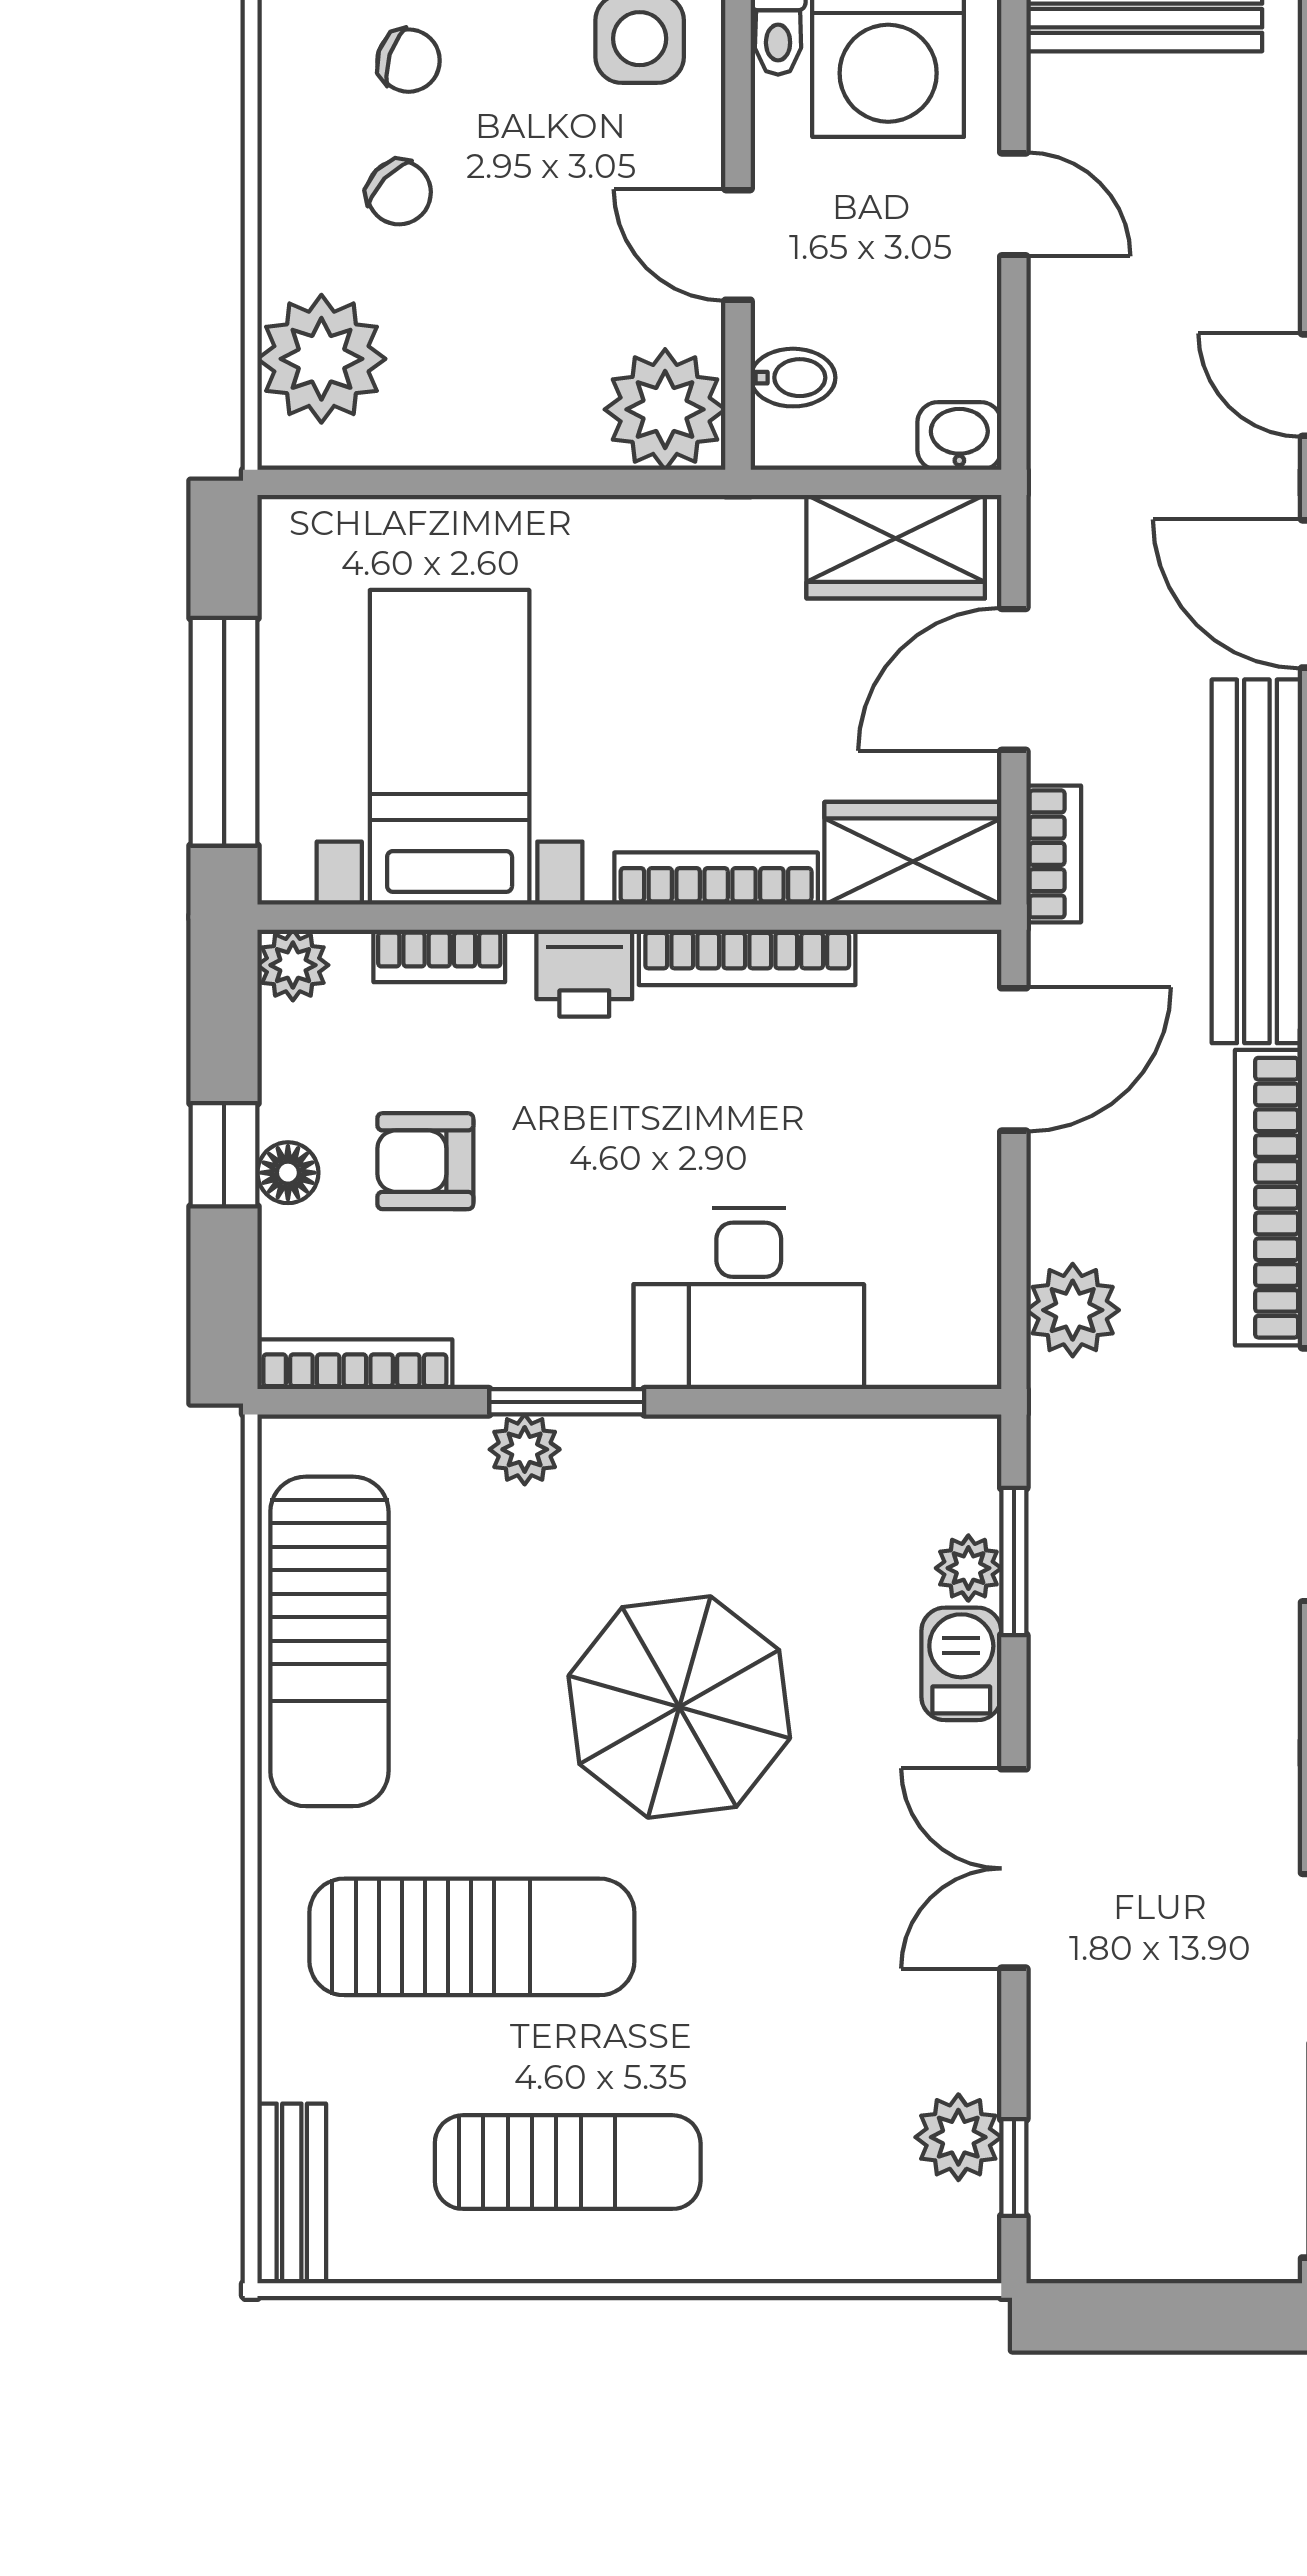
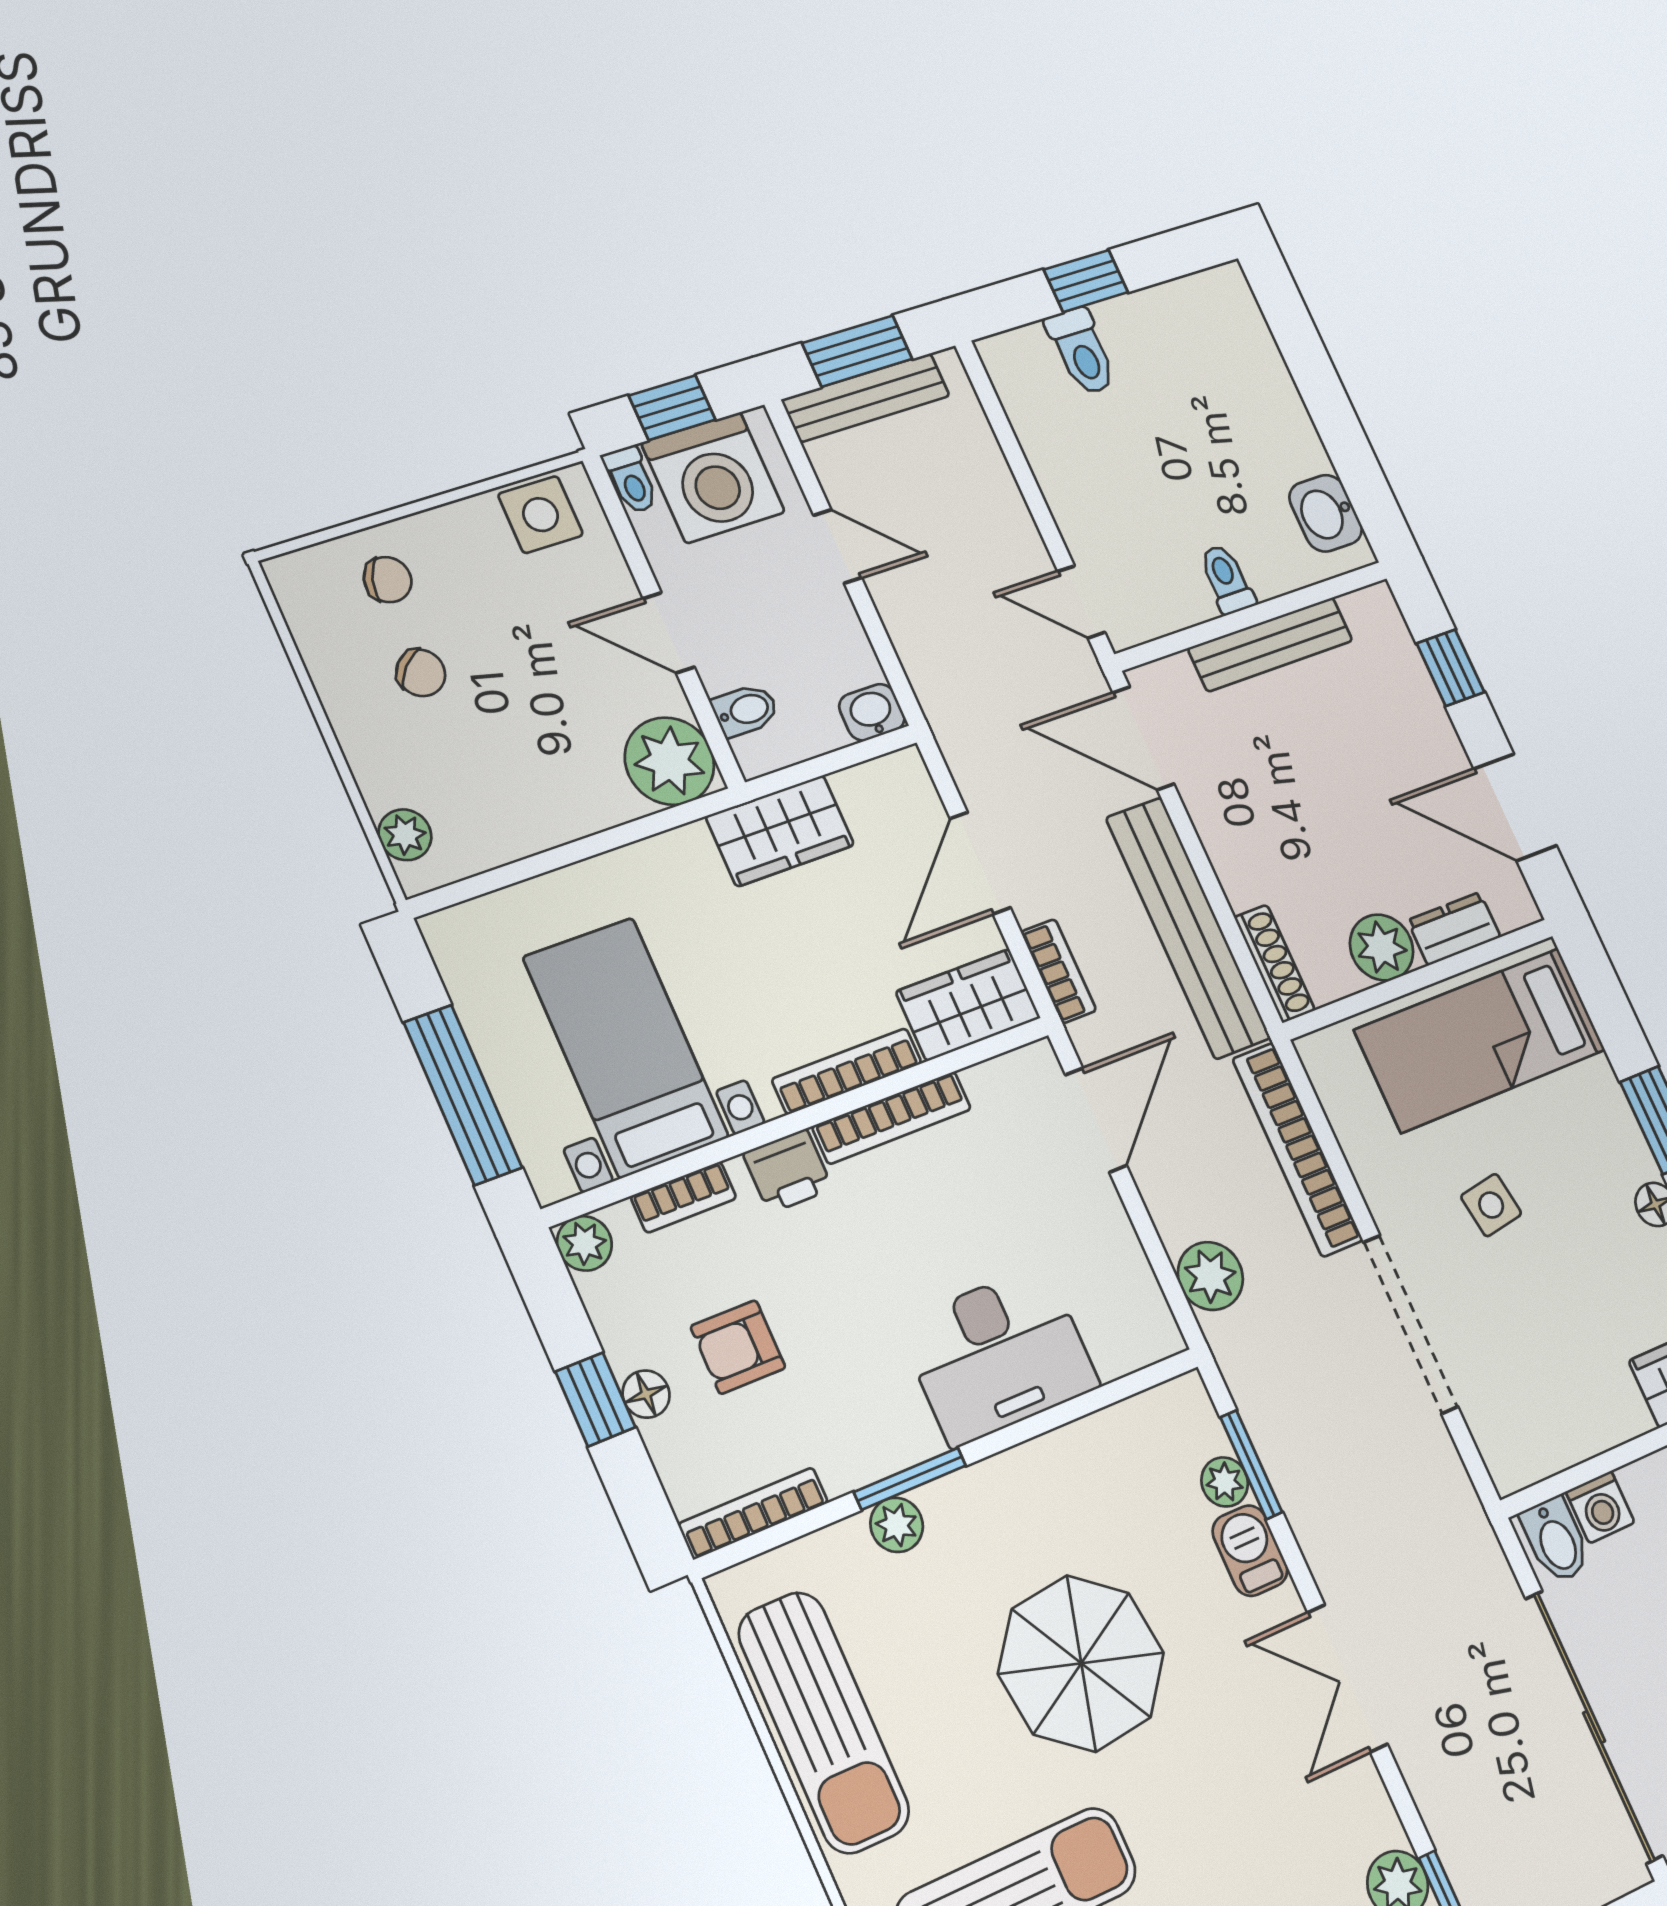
plant: (321, 359) -> (405, 835), width x0.53, depth x0.53
wardrobe: (896, 547) -> (780, 831), moved

